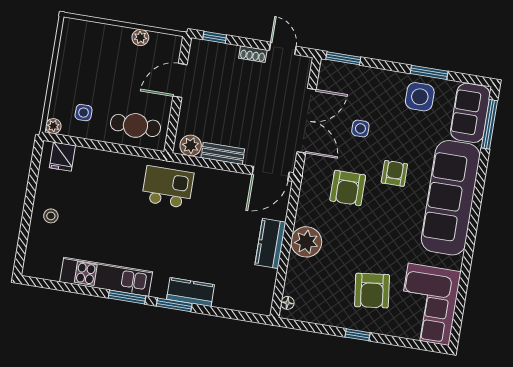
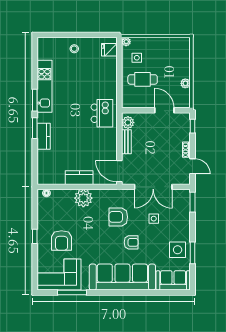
door: (283, 48) -> (193, 166), hinge flipped
window: (489, 124) -> (72, 292), moved
cafe table: (135, 125) -> (143, 79), moved, turned 90
armchair: (372, 291) -> (62, 241), turned -83

